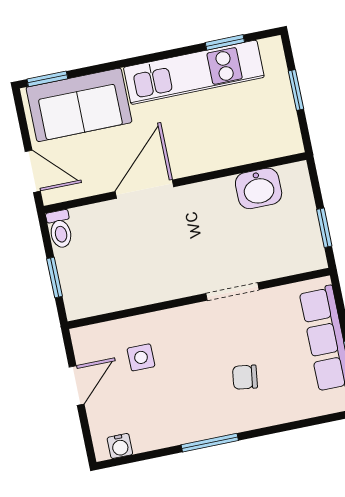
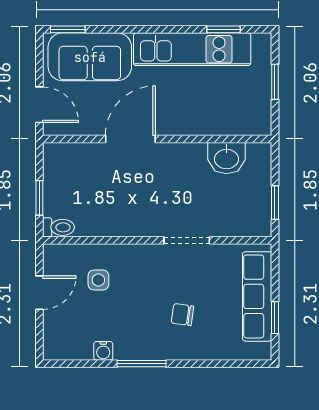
toilet: (60, 229) -> (59, 227), moved, turned -90
water cooler: (120, 446) -> (103, 351), moved

